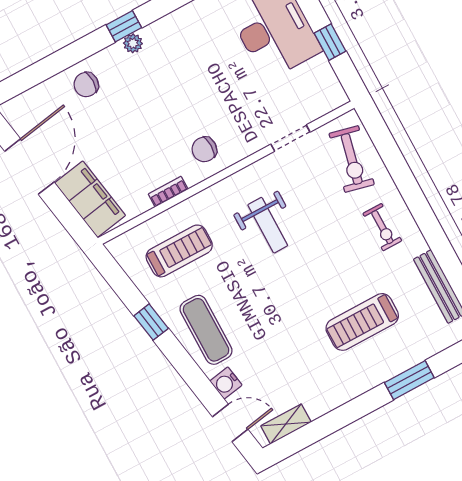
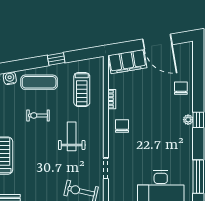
weight bench: (268, 225) -> (72, 136), turned 90
exercise bike: (382, 227) -> (38, 115), moved

